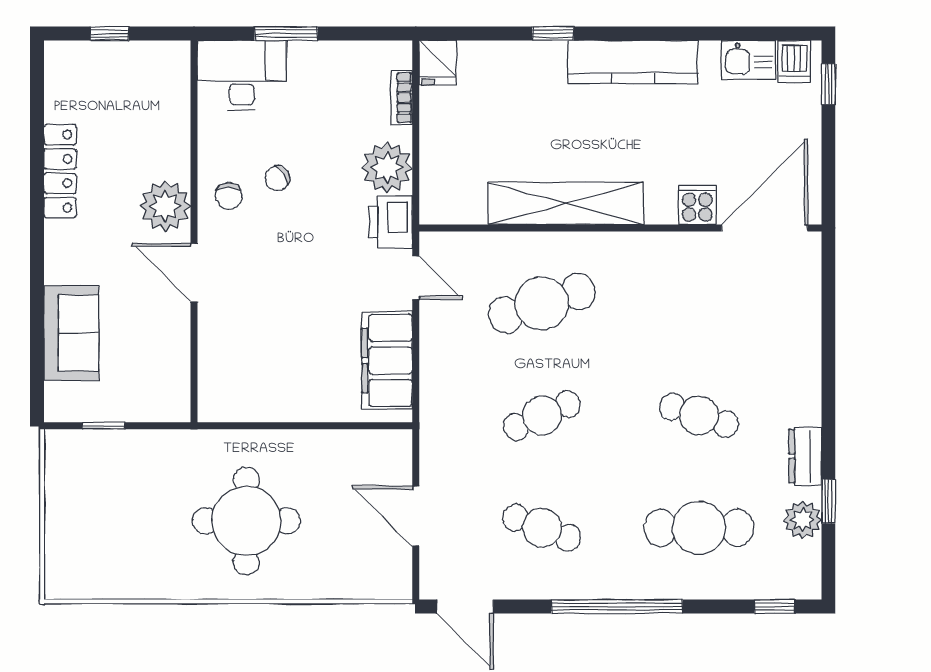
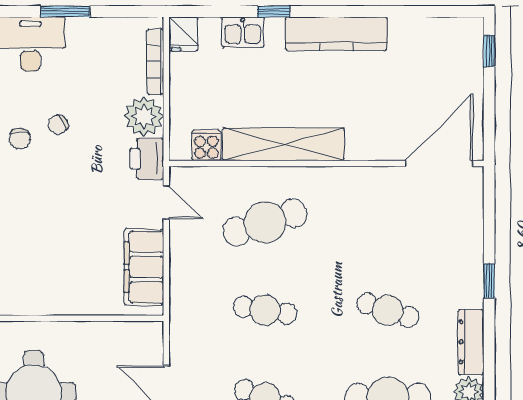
kitchen sink: (748, 60) -> (243, 32), moved
dishwasher: (794, 61) -> (462, 33), removed
bookcase: (402, 98) -> (155, 62), width x1.56
cooker: (697, 205) -> (206, 145), moved
cafe table: (542, 416) -> (265, 310), turned 33
dresser: (805, 456) -> (471, 342), width x1.44
window: (828, 501) -> (489, 281), moved

